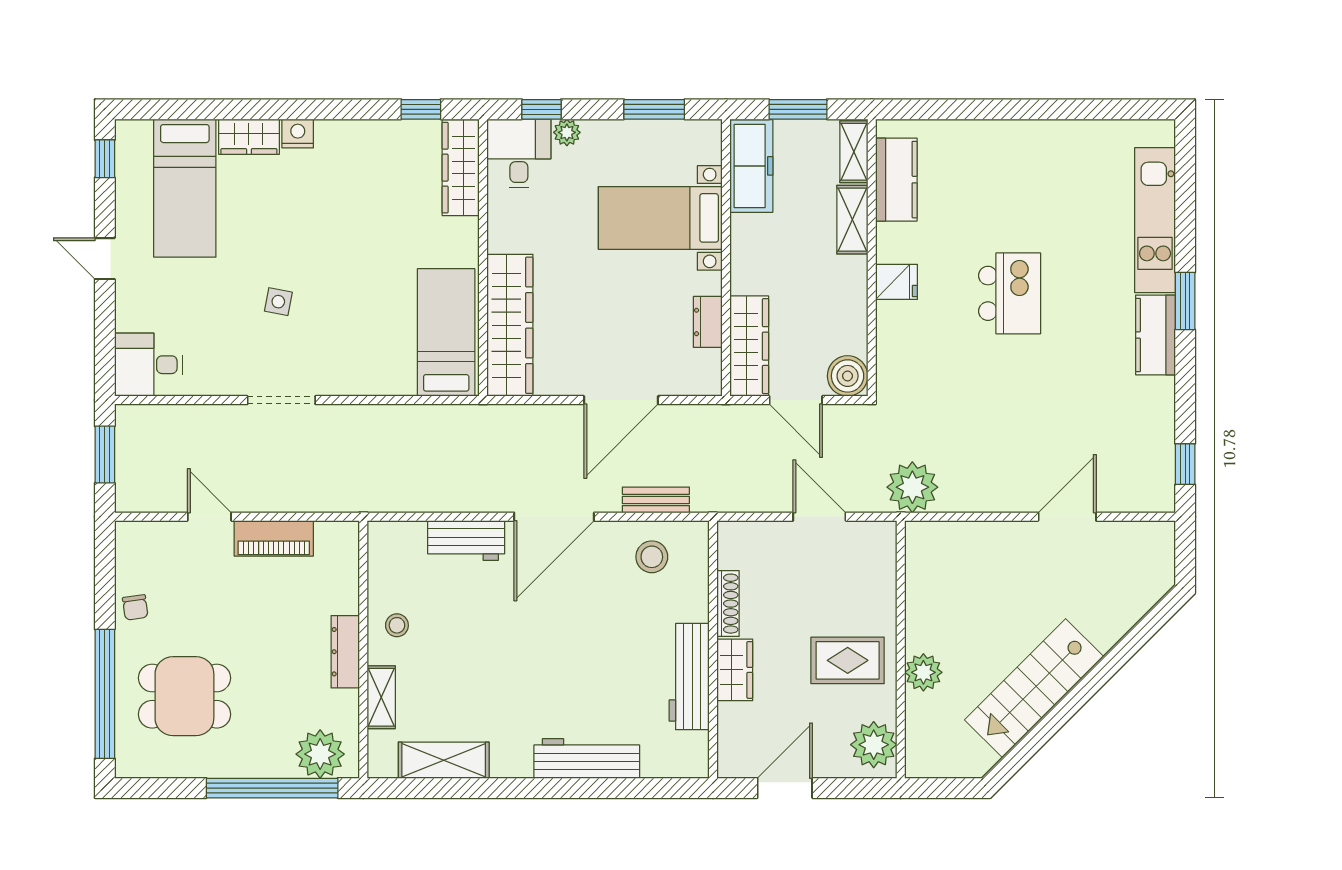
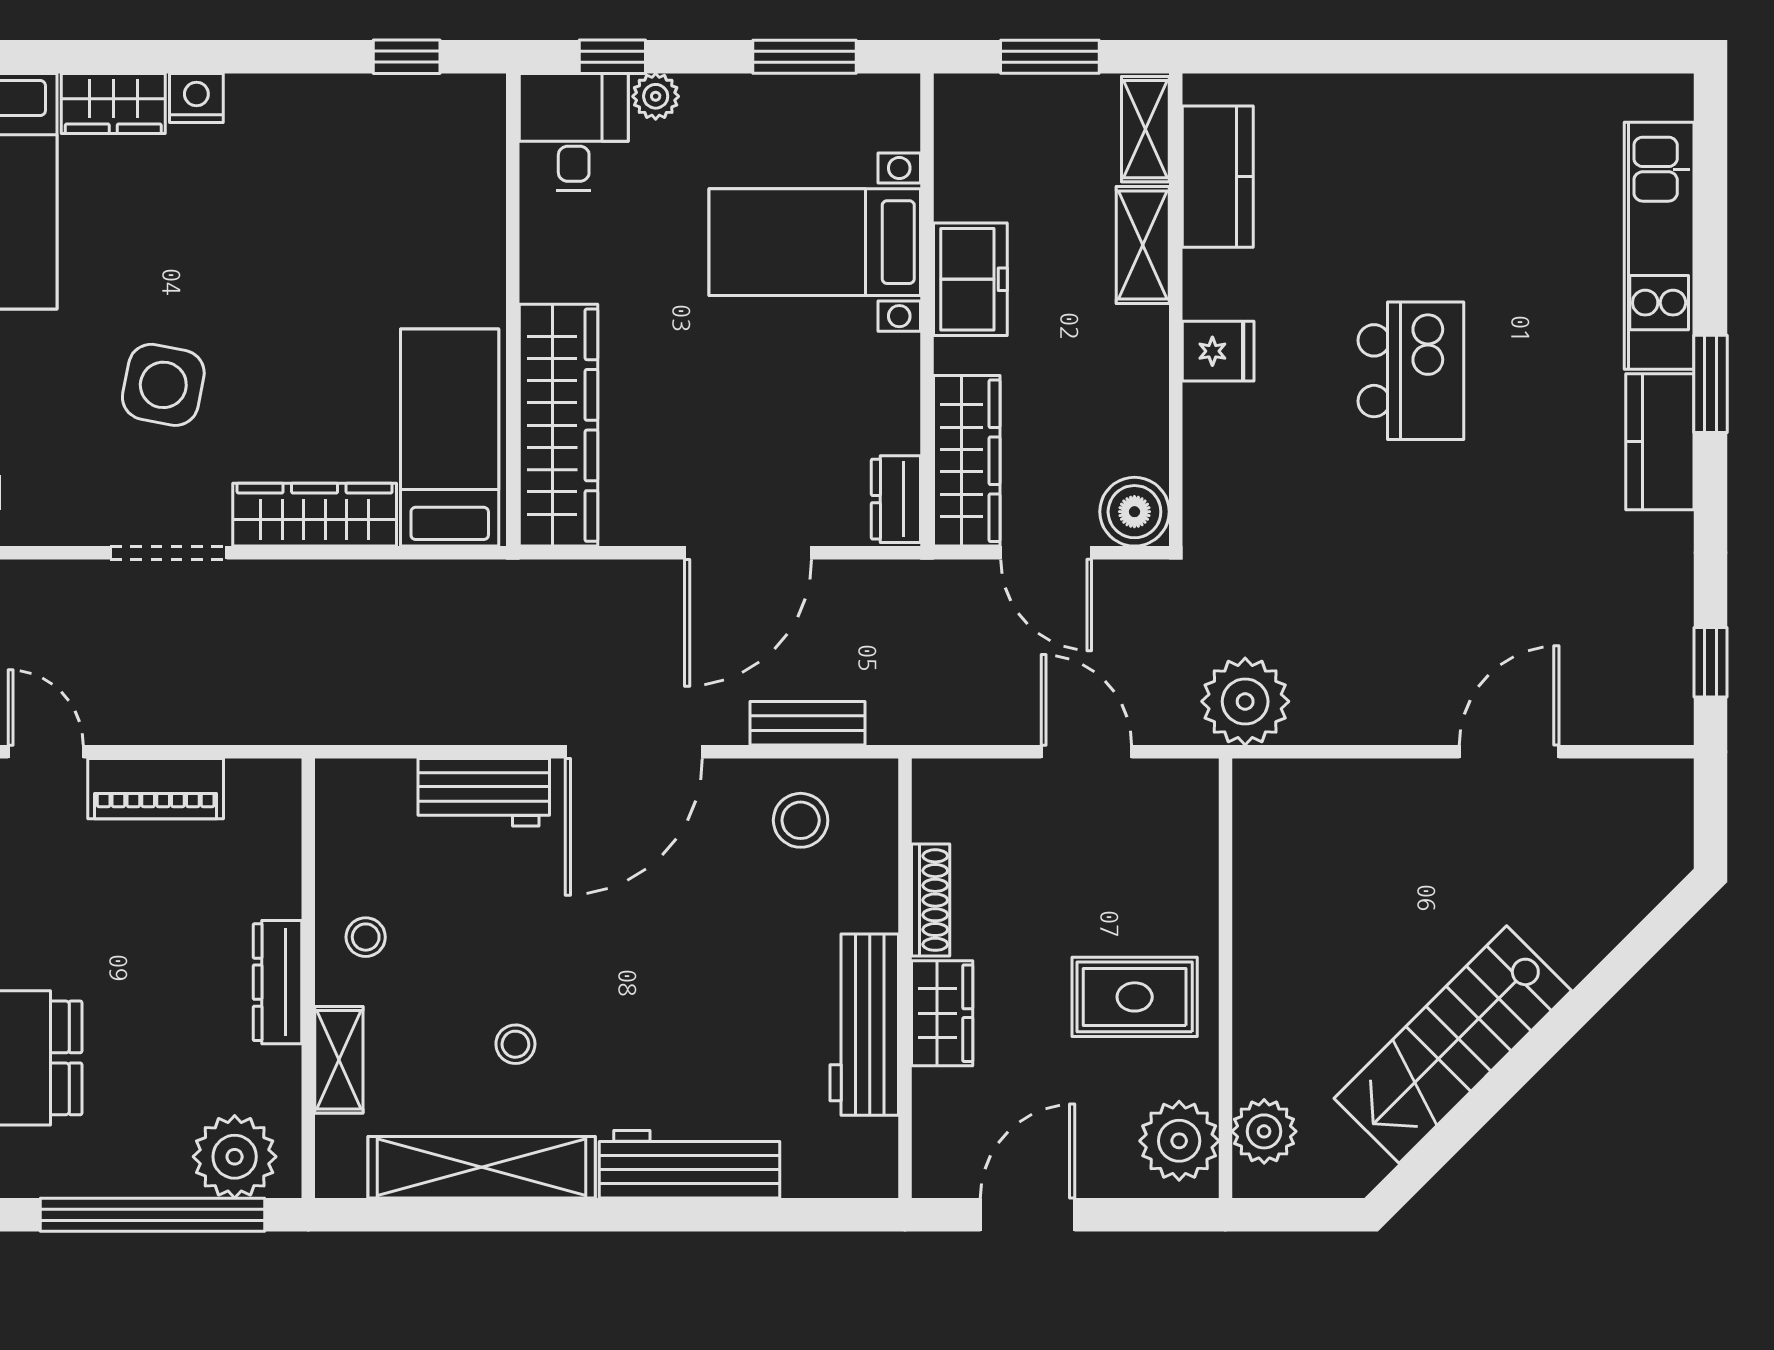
freezer: (751, 166) -> (970, 279), moved, width x0.71
wardrobe: (461, 168) -> (315, 515), moved, turned 90
side table: (278, 302) -> (163, 385), width x1.87, depth x1.87
dresser: (708, 322) -> (896, 499), moved
plant: (923, 672) -> (1264, 1131), moved
stool: (485, 688) -> (515, 1044), added
shelving: (444, 760) -> (482, 1167), width x1.47

